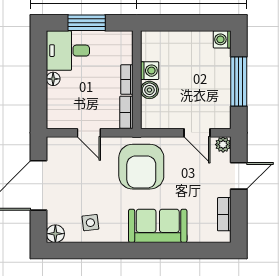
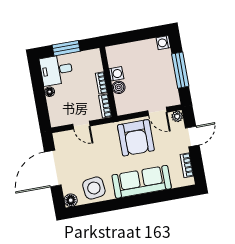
armchair: (141, 167) -> (136, 138), moved
side table: (90, 223) -> (94, 188), width x1.87, depth x1.87
sofa: (158, 226) -> (142, 182), width x1.36

